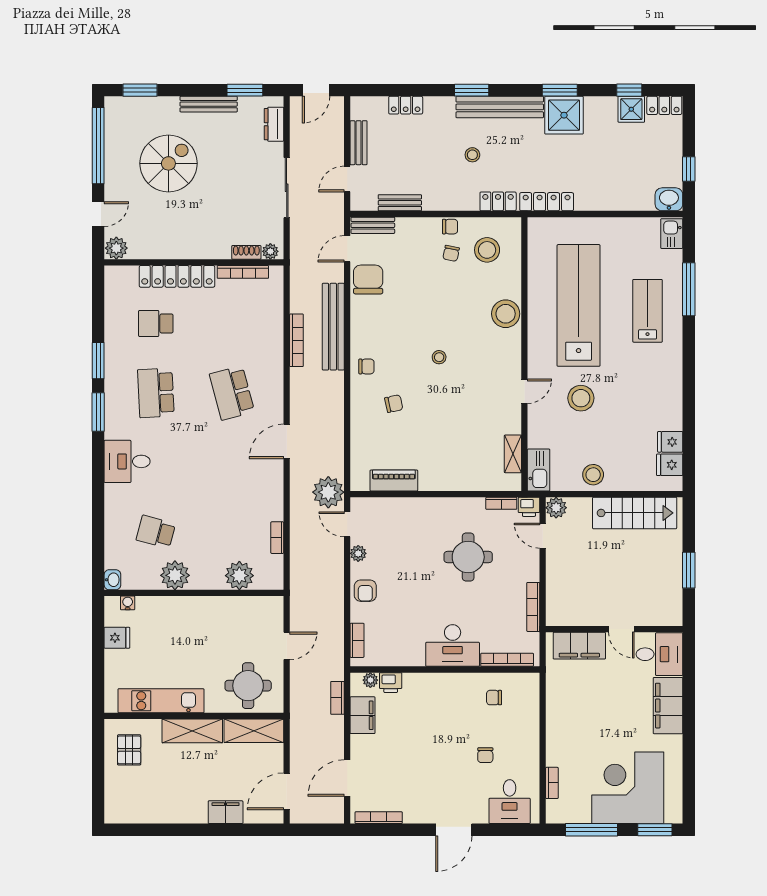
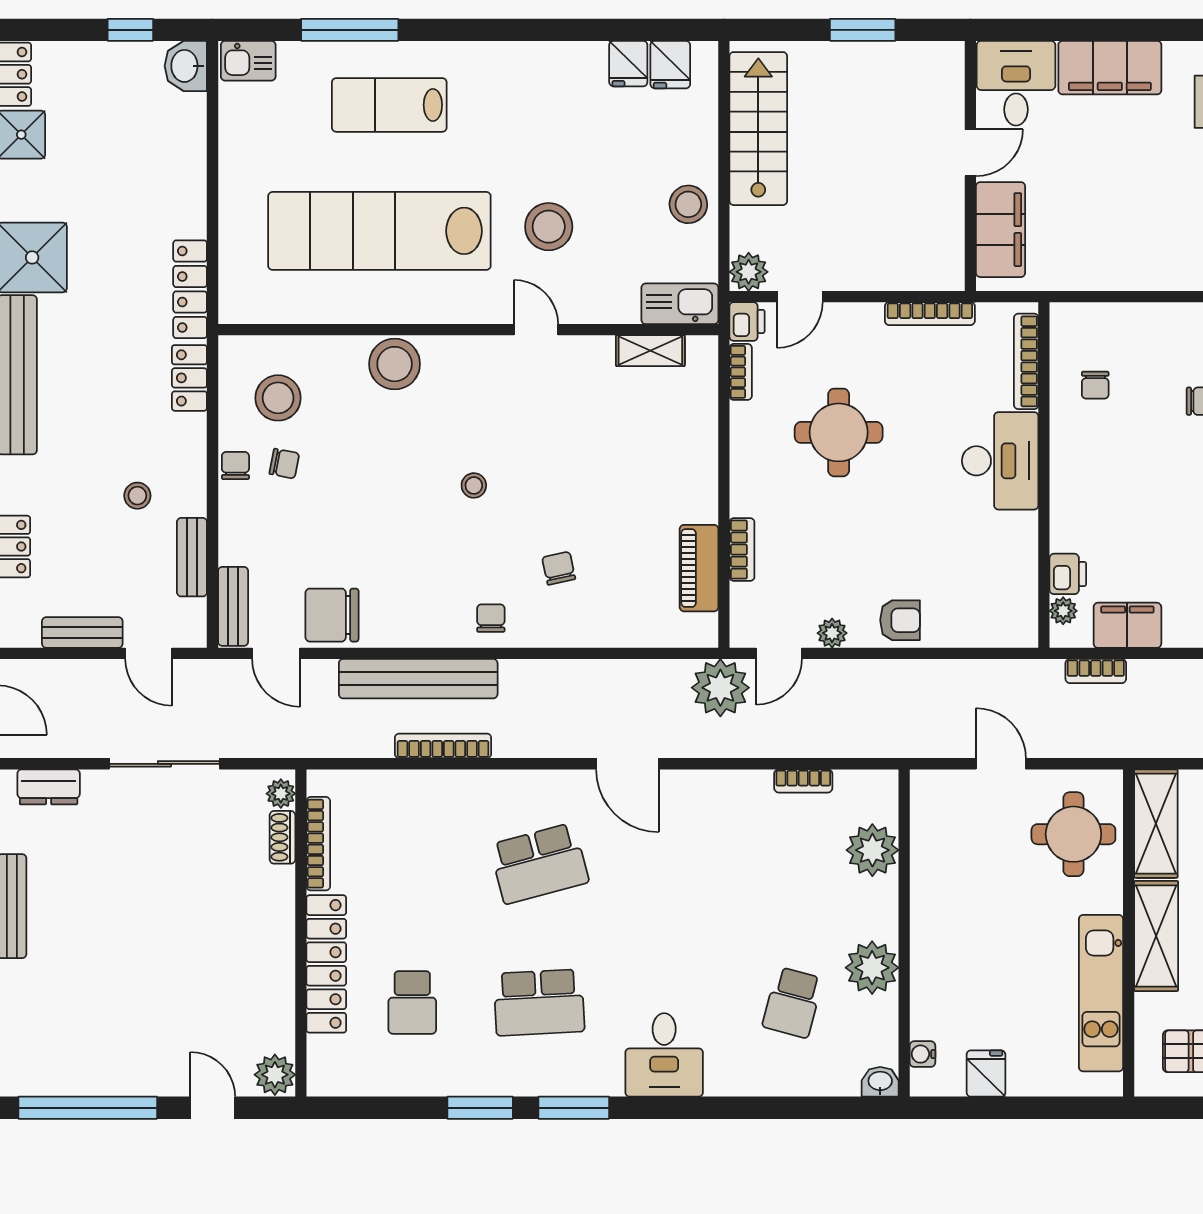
stool: (472, 155) -> (137, 496), moved
spiral stairs: (168, 163) -> (120, 979), removed
bookcase: (357, 640) -> (742, 550), moved, turned 90

